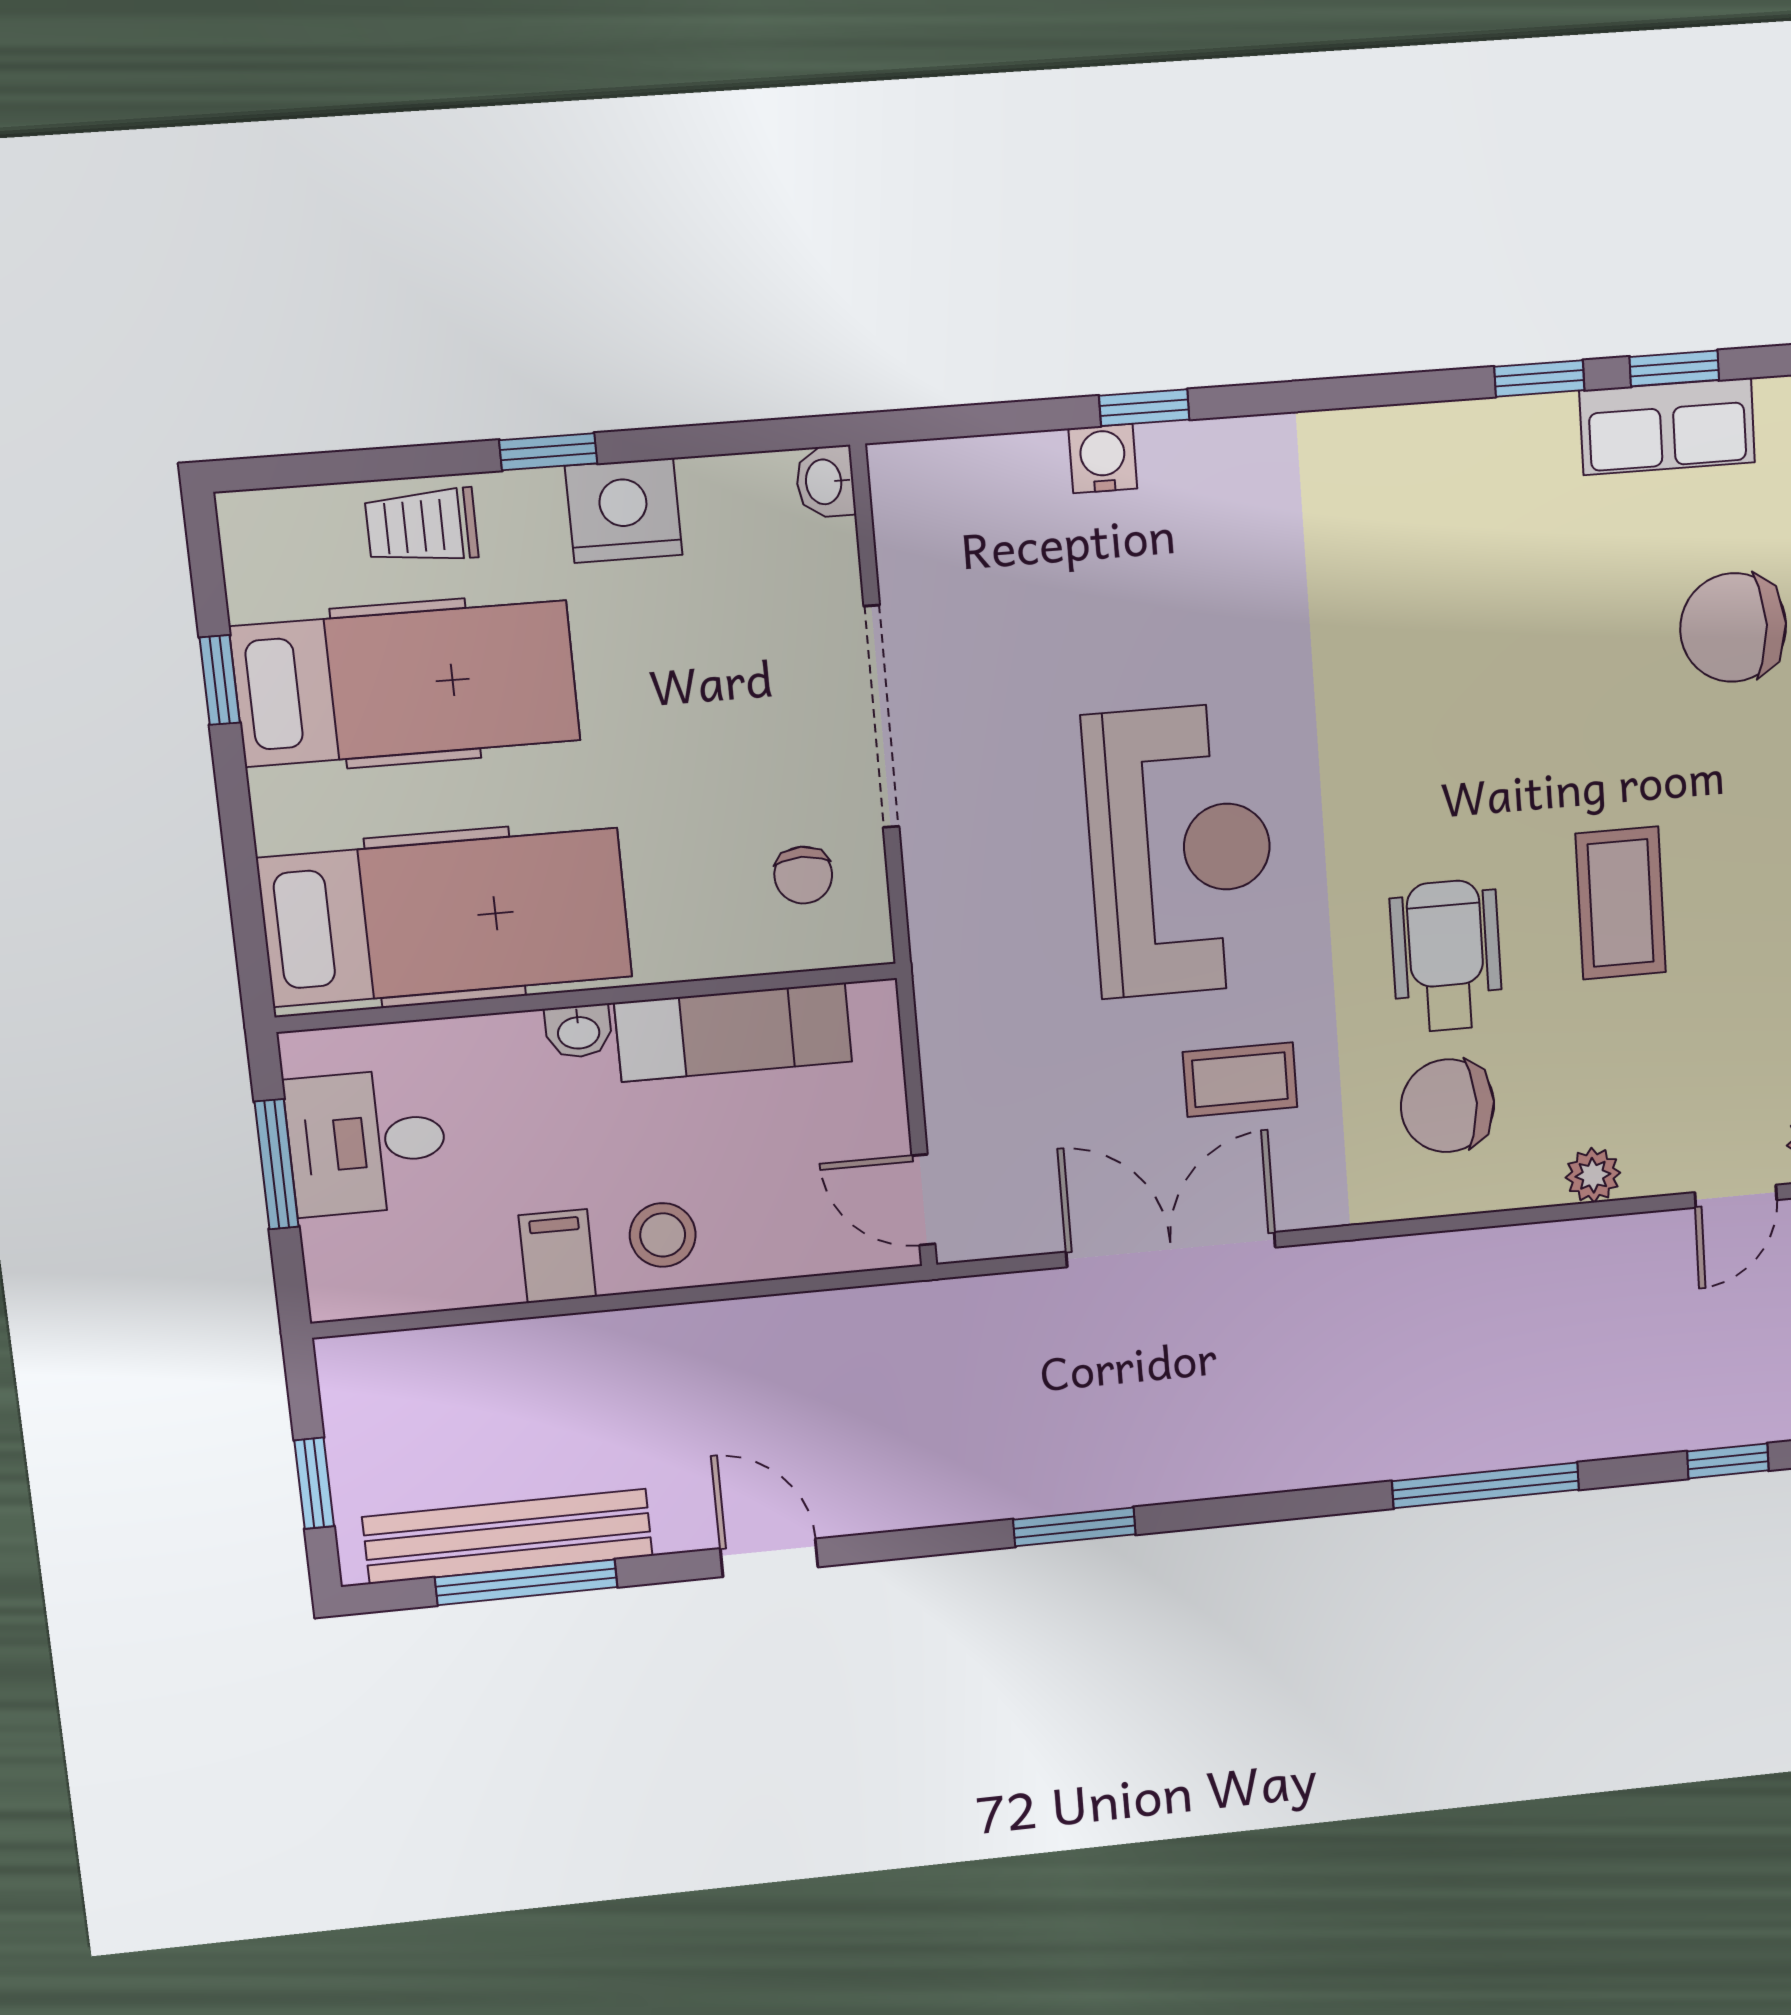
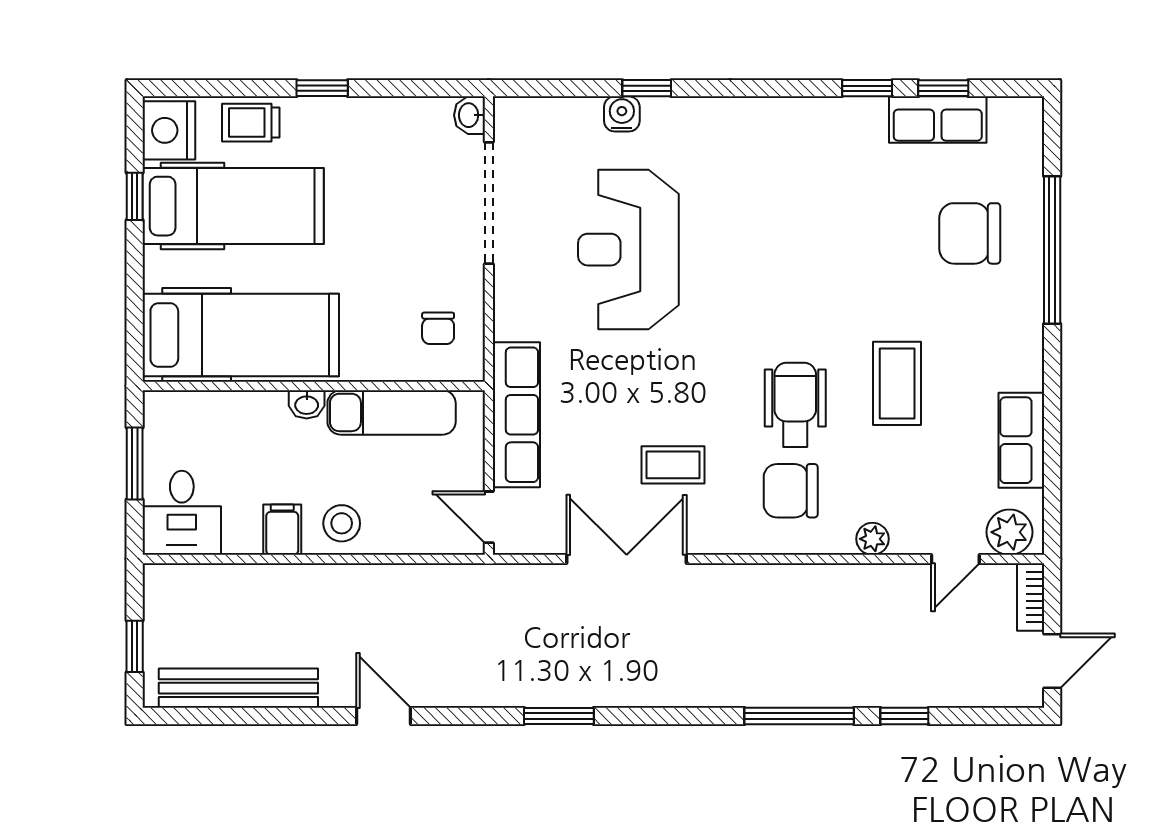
nightstand: (624, 510) -> (169, 130), moved, turned -90
doorway: (881, 717) -> (489, 203), moved
reception desk: (1180, 851) -> (628, 250), moved, turned 180
row of seats: (957, 1017) -> (516, 415), added
desk: (367, 1142) -> (182, 513), moved, turned -90
window: (1728, 1461) -> (904, 716), moved
window: (526, 1582) -> (246, 716), removed

